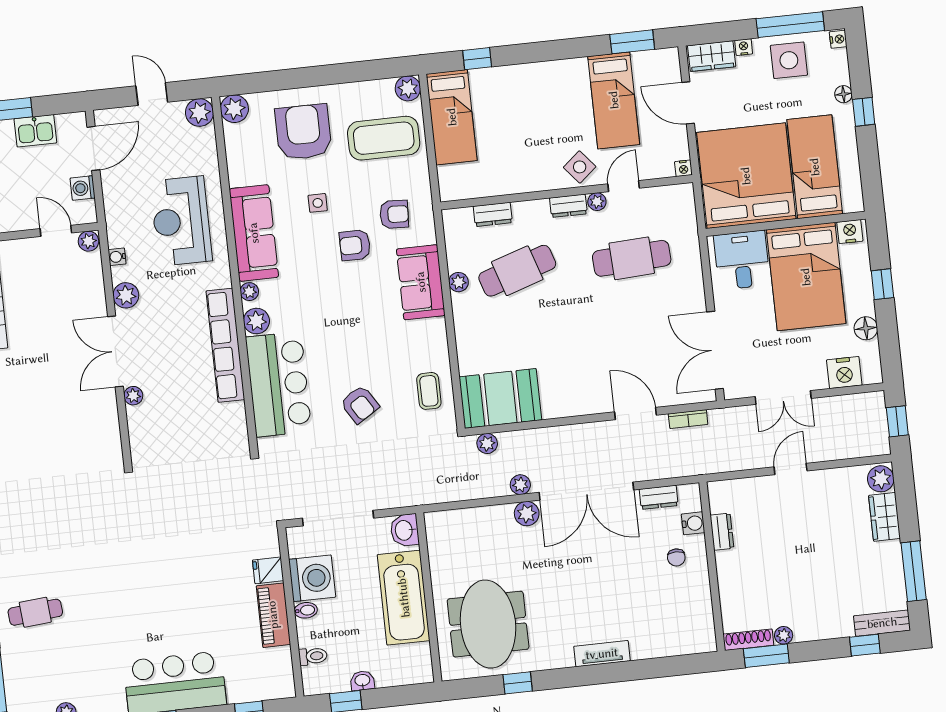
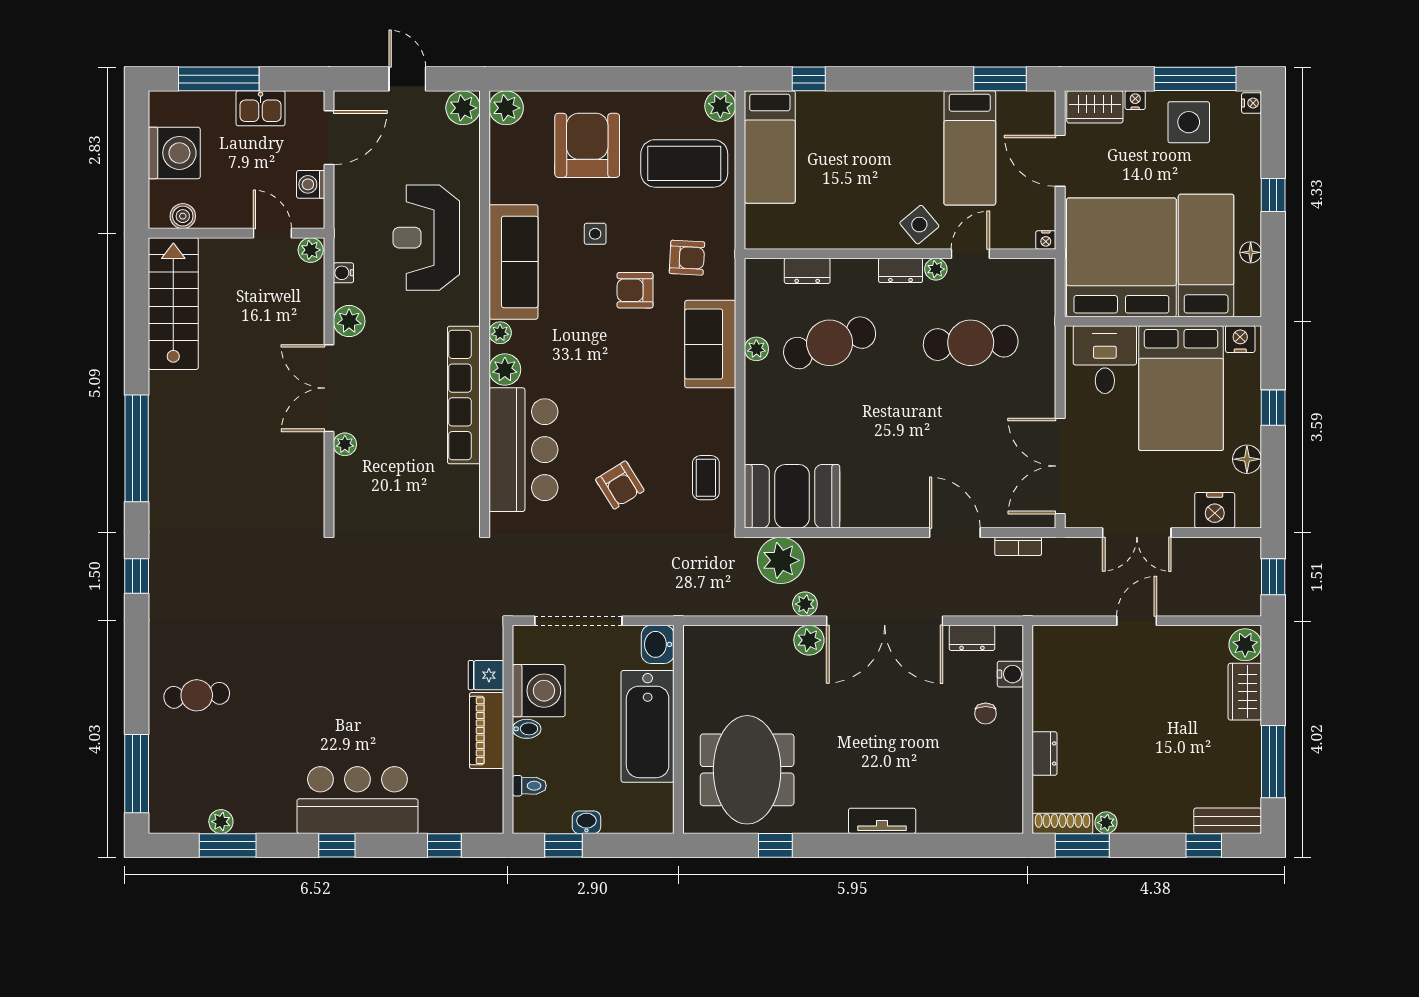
floor lamp: (843, 94) -> (1251, 252), moved
plant: (487, 443) -> (781, 560), width x1.87, depth x1.87
dresser: (722, 532) -> (1045, 754), moved

